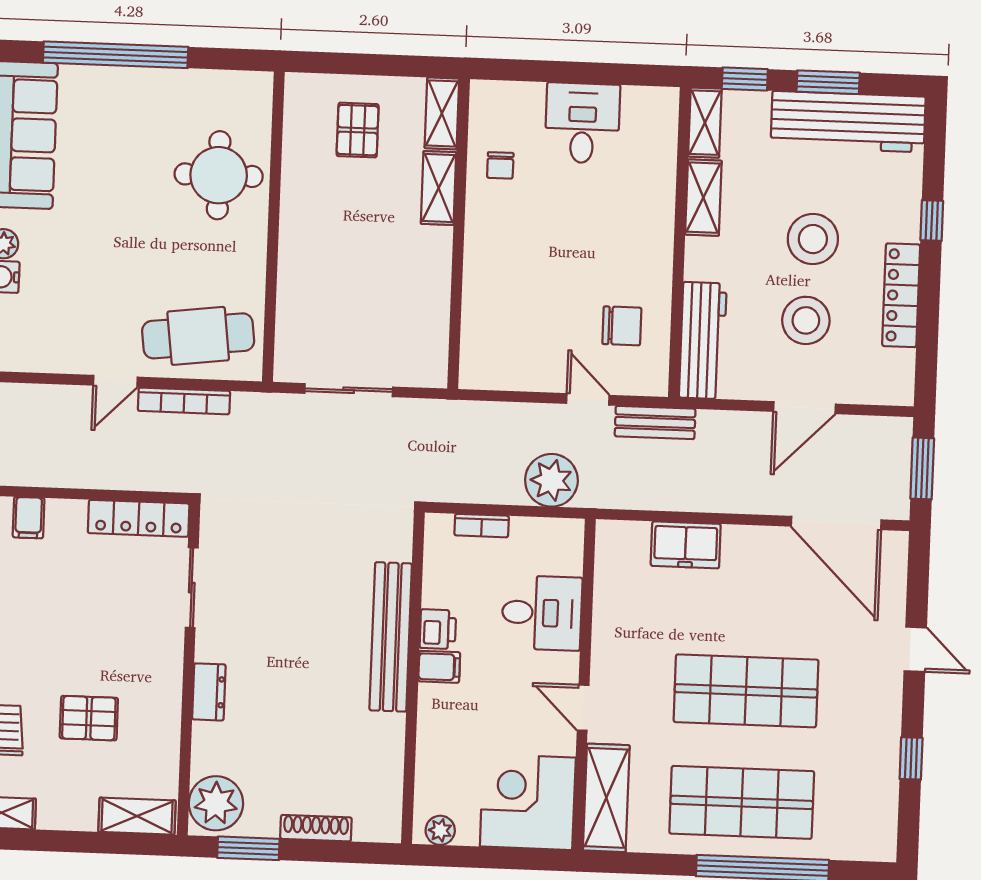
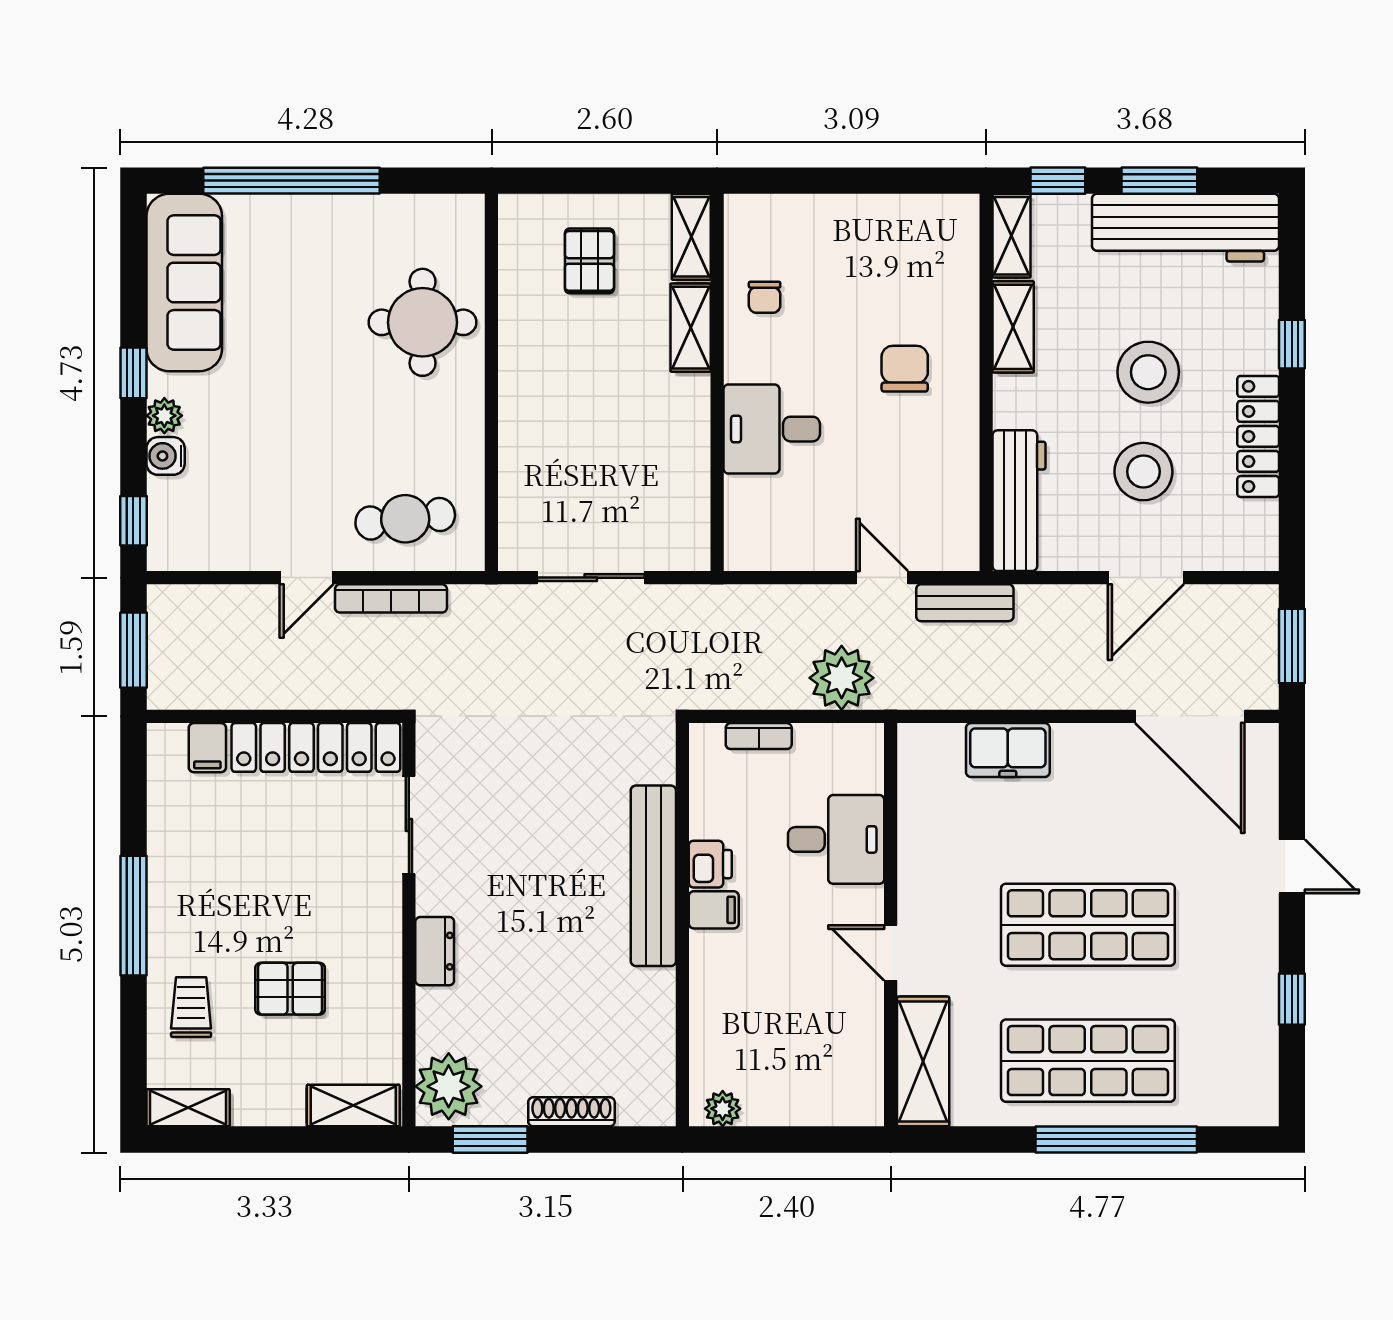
desk: (582, 123) -> (772, 429), moved, turned -90
chair: (622, 326) -> (905, 369), moved, turned -90
cafe table: (198, 336) -> (405, 519), width x0.73, depth x0.74
locker: (139, 518) -> (316, 747), width x1.41, depth x1.21
corner desk: (528, 802) -> (828, 1070), removed

